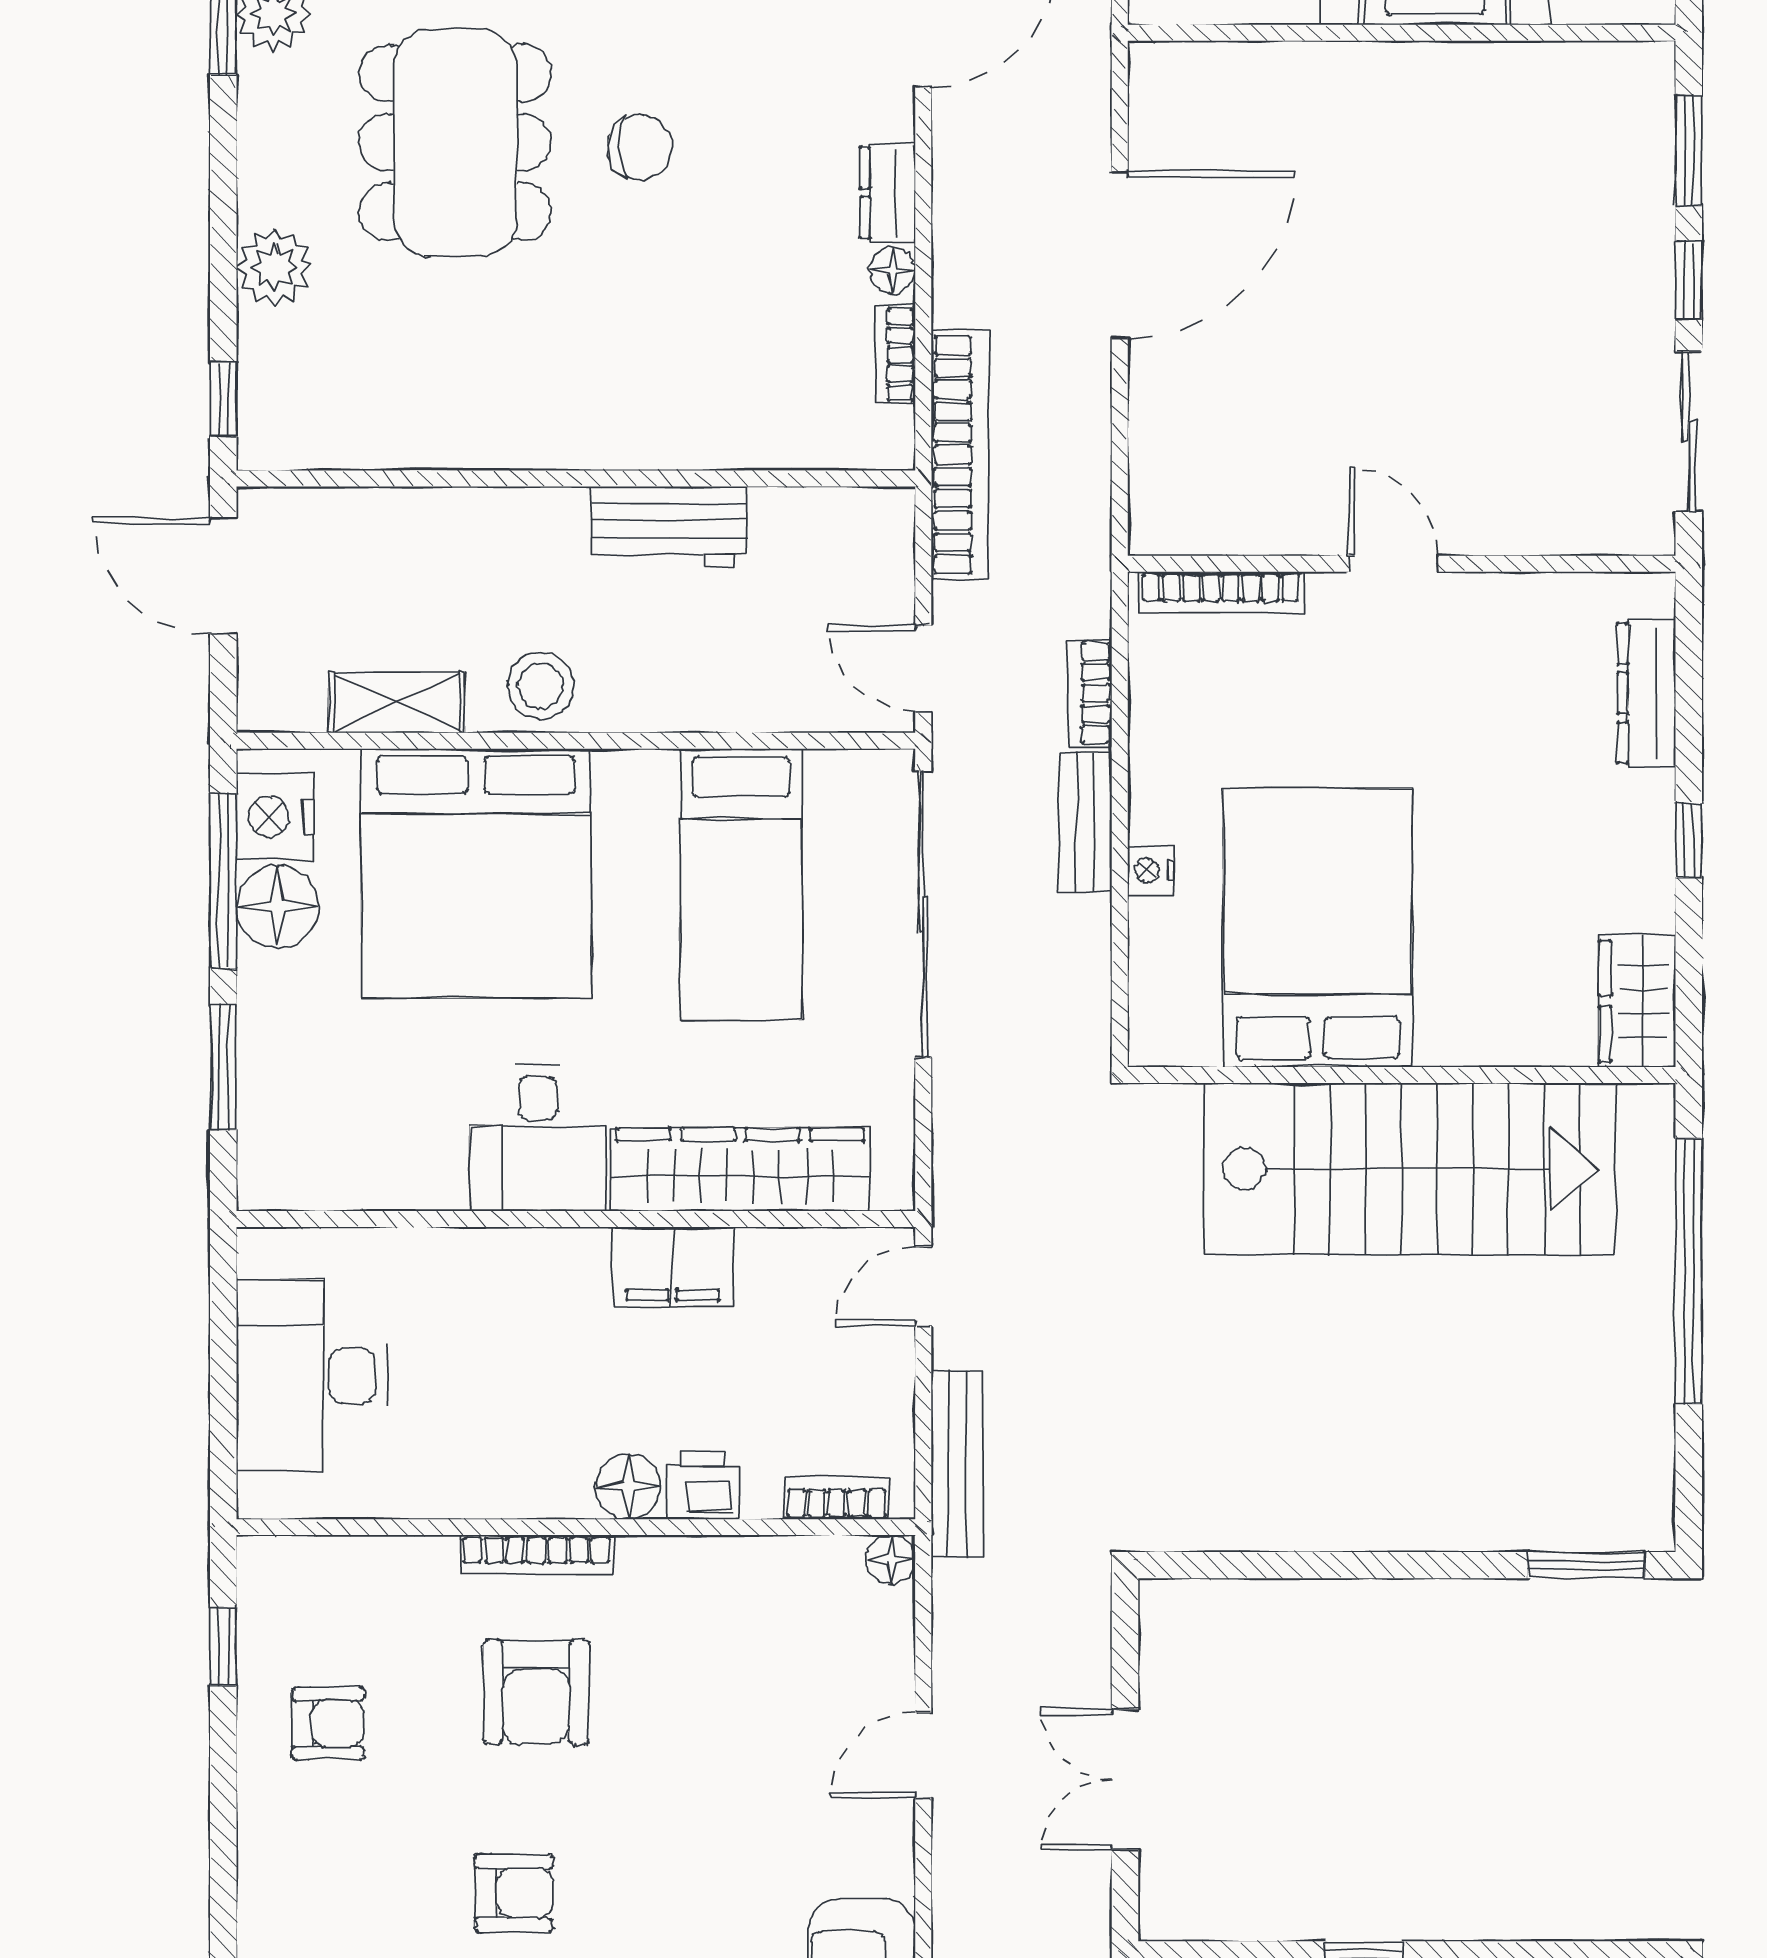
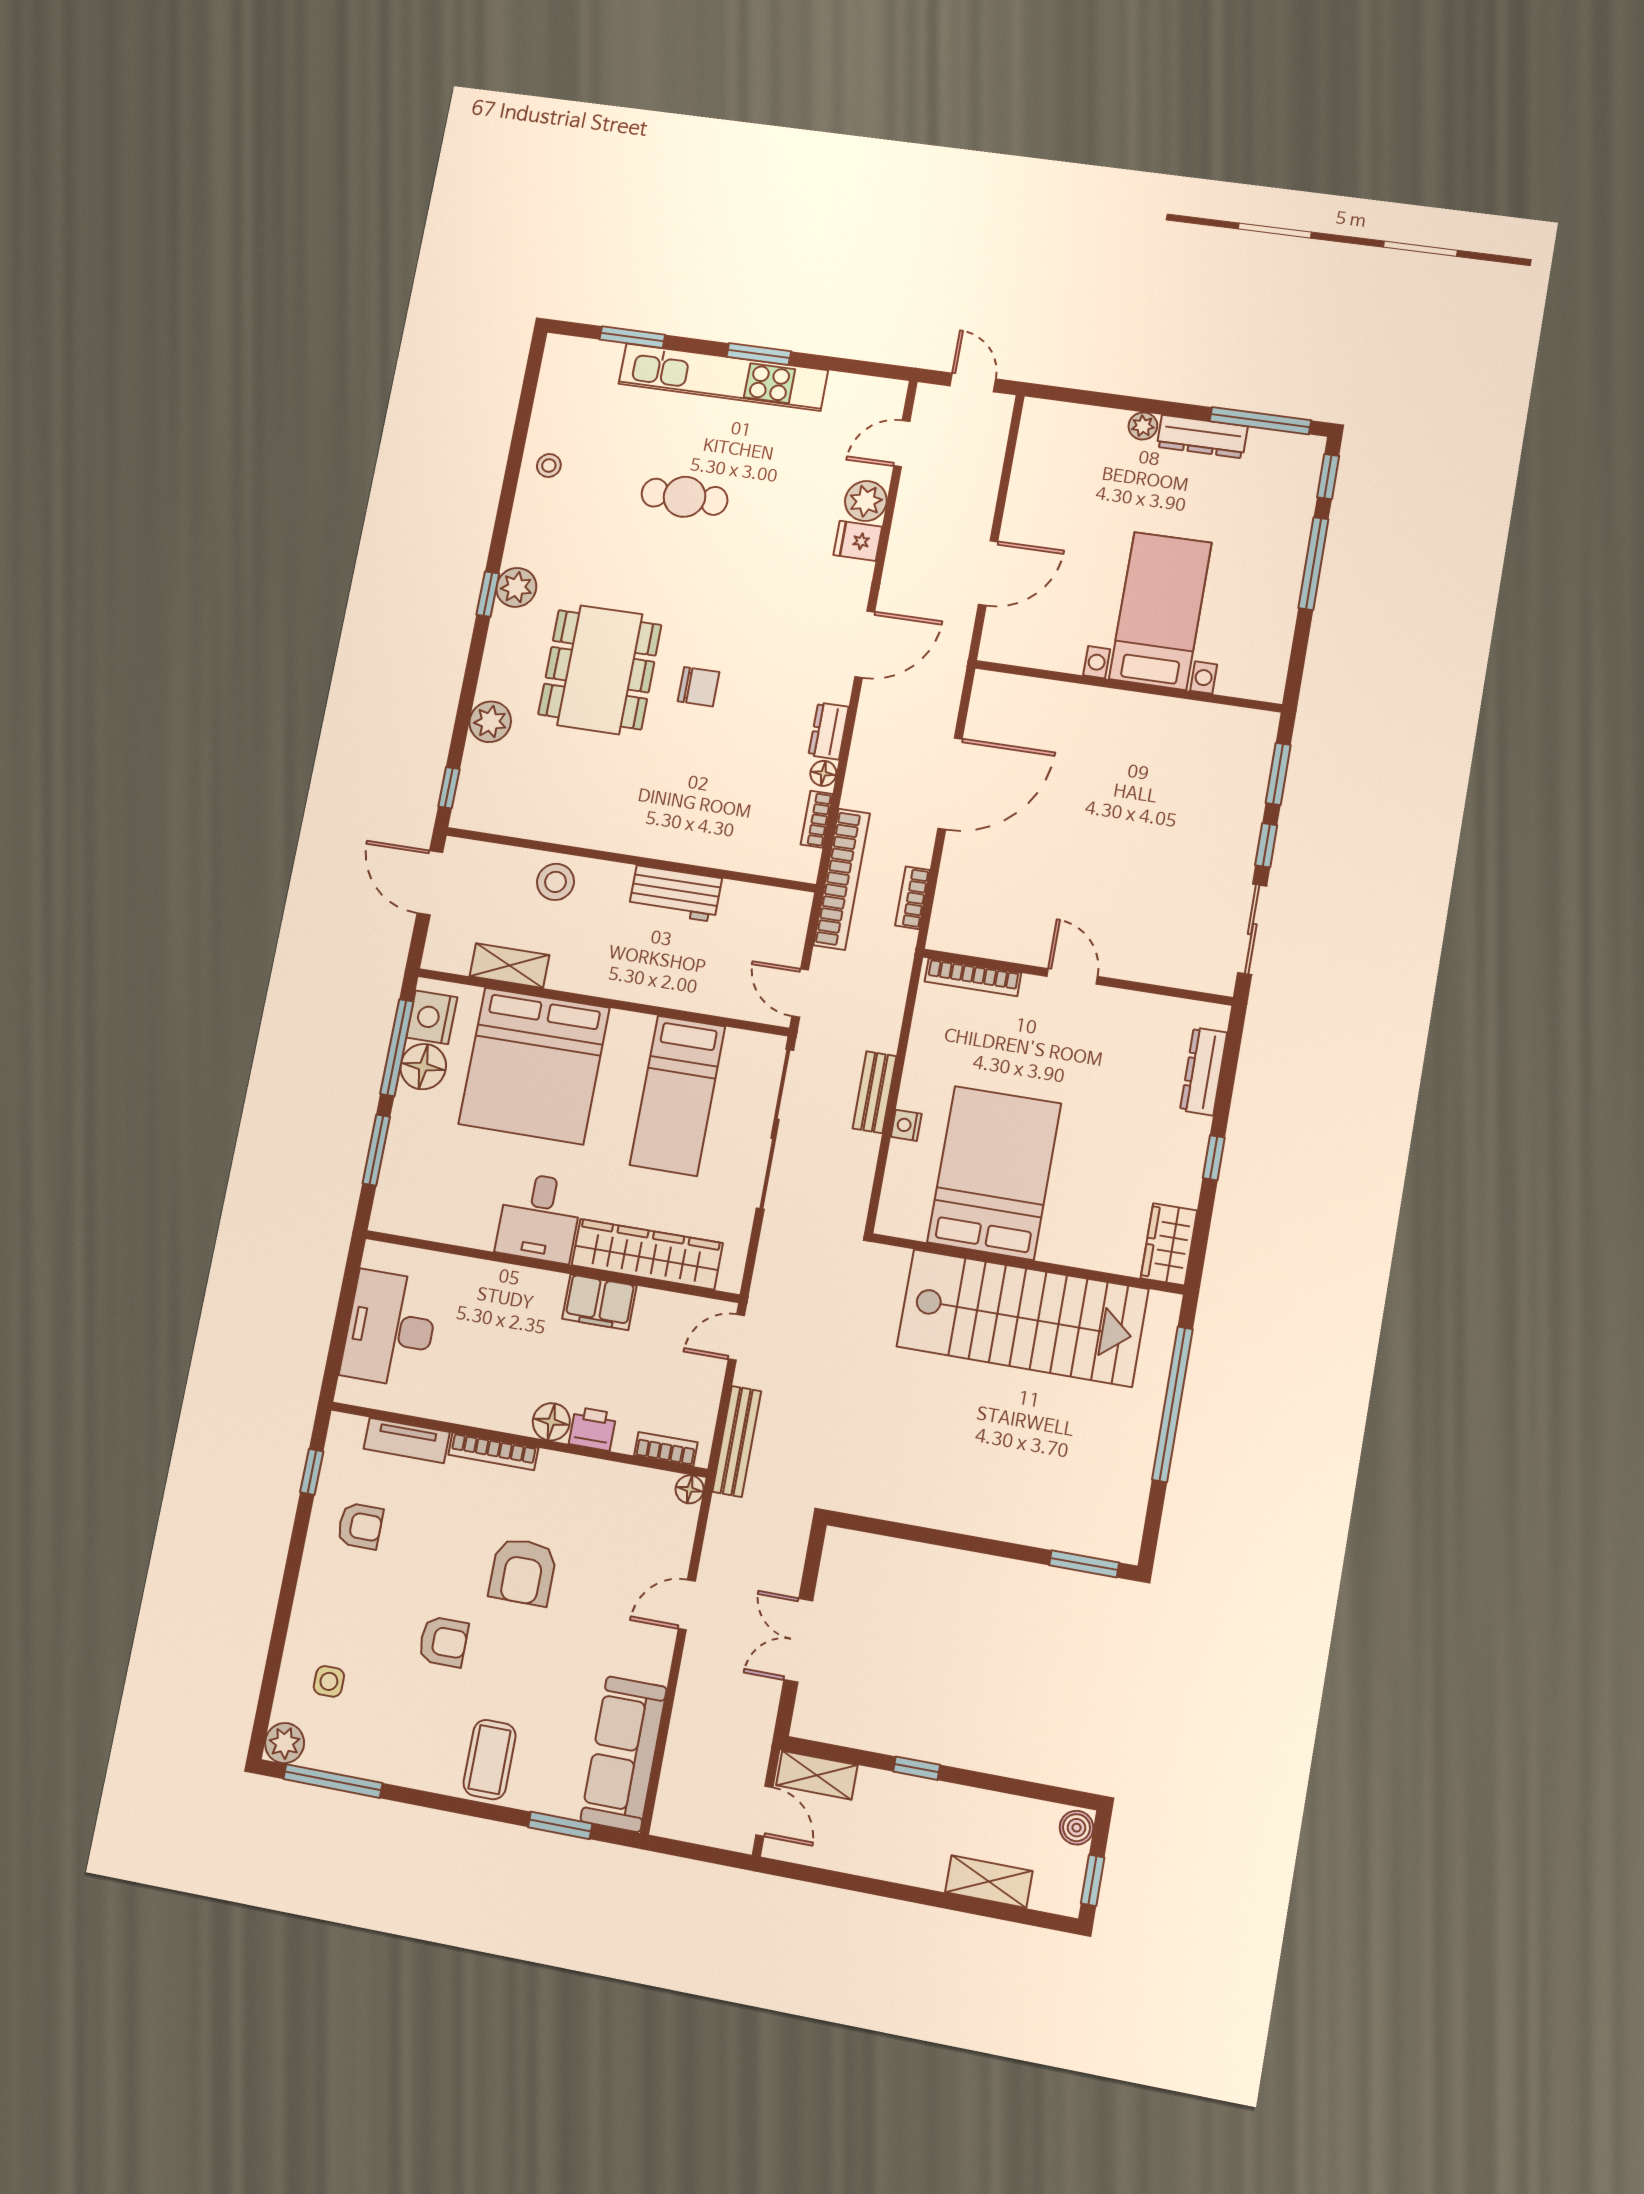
stool: (541, 686) -> (555, 882), moved
bookcase: (1090, 693) -> (913, 898), moved
tv unit: (380, 1563) -> (407, 1440), added
armchair: (536, 1692) -> (523, 1572), moved

